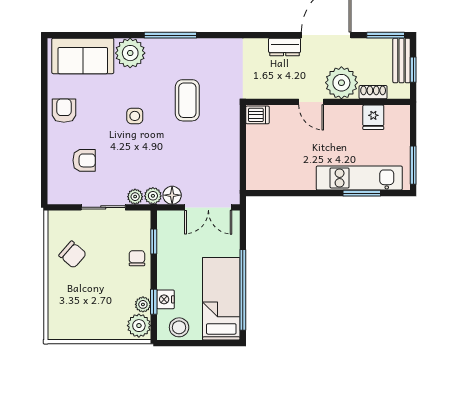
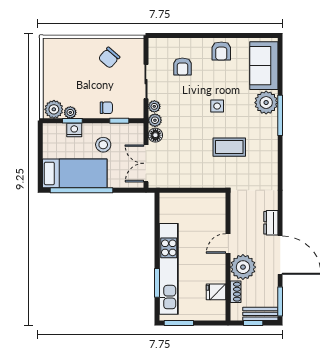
window: (170, 35) -> (280, 115), moved
armchair: (64, 111) -> (221, 51), turned 90
dishwasher: (258, 115) -> (218, 202), removed
kitchen unit: (359, 178) -> (169, 269), width x1.36
stool: (179, 327) -> (103, 145), moved

